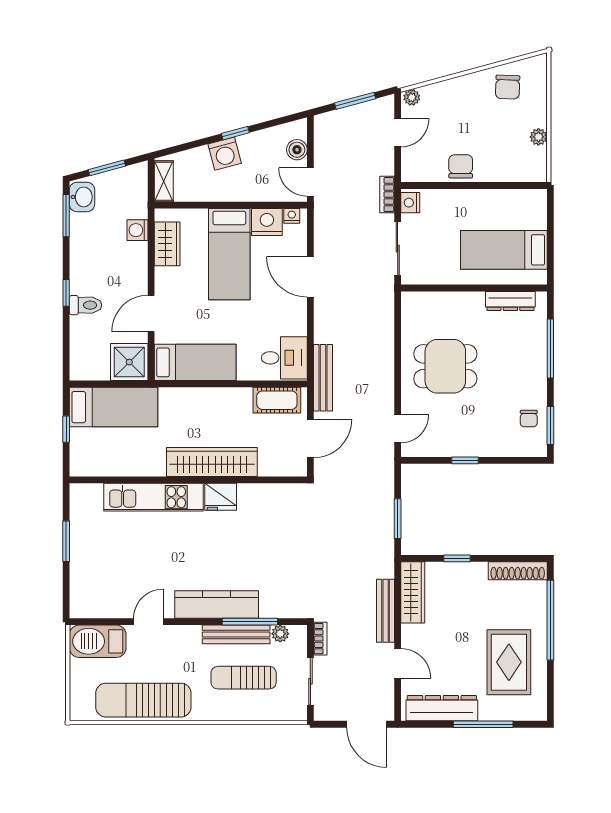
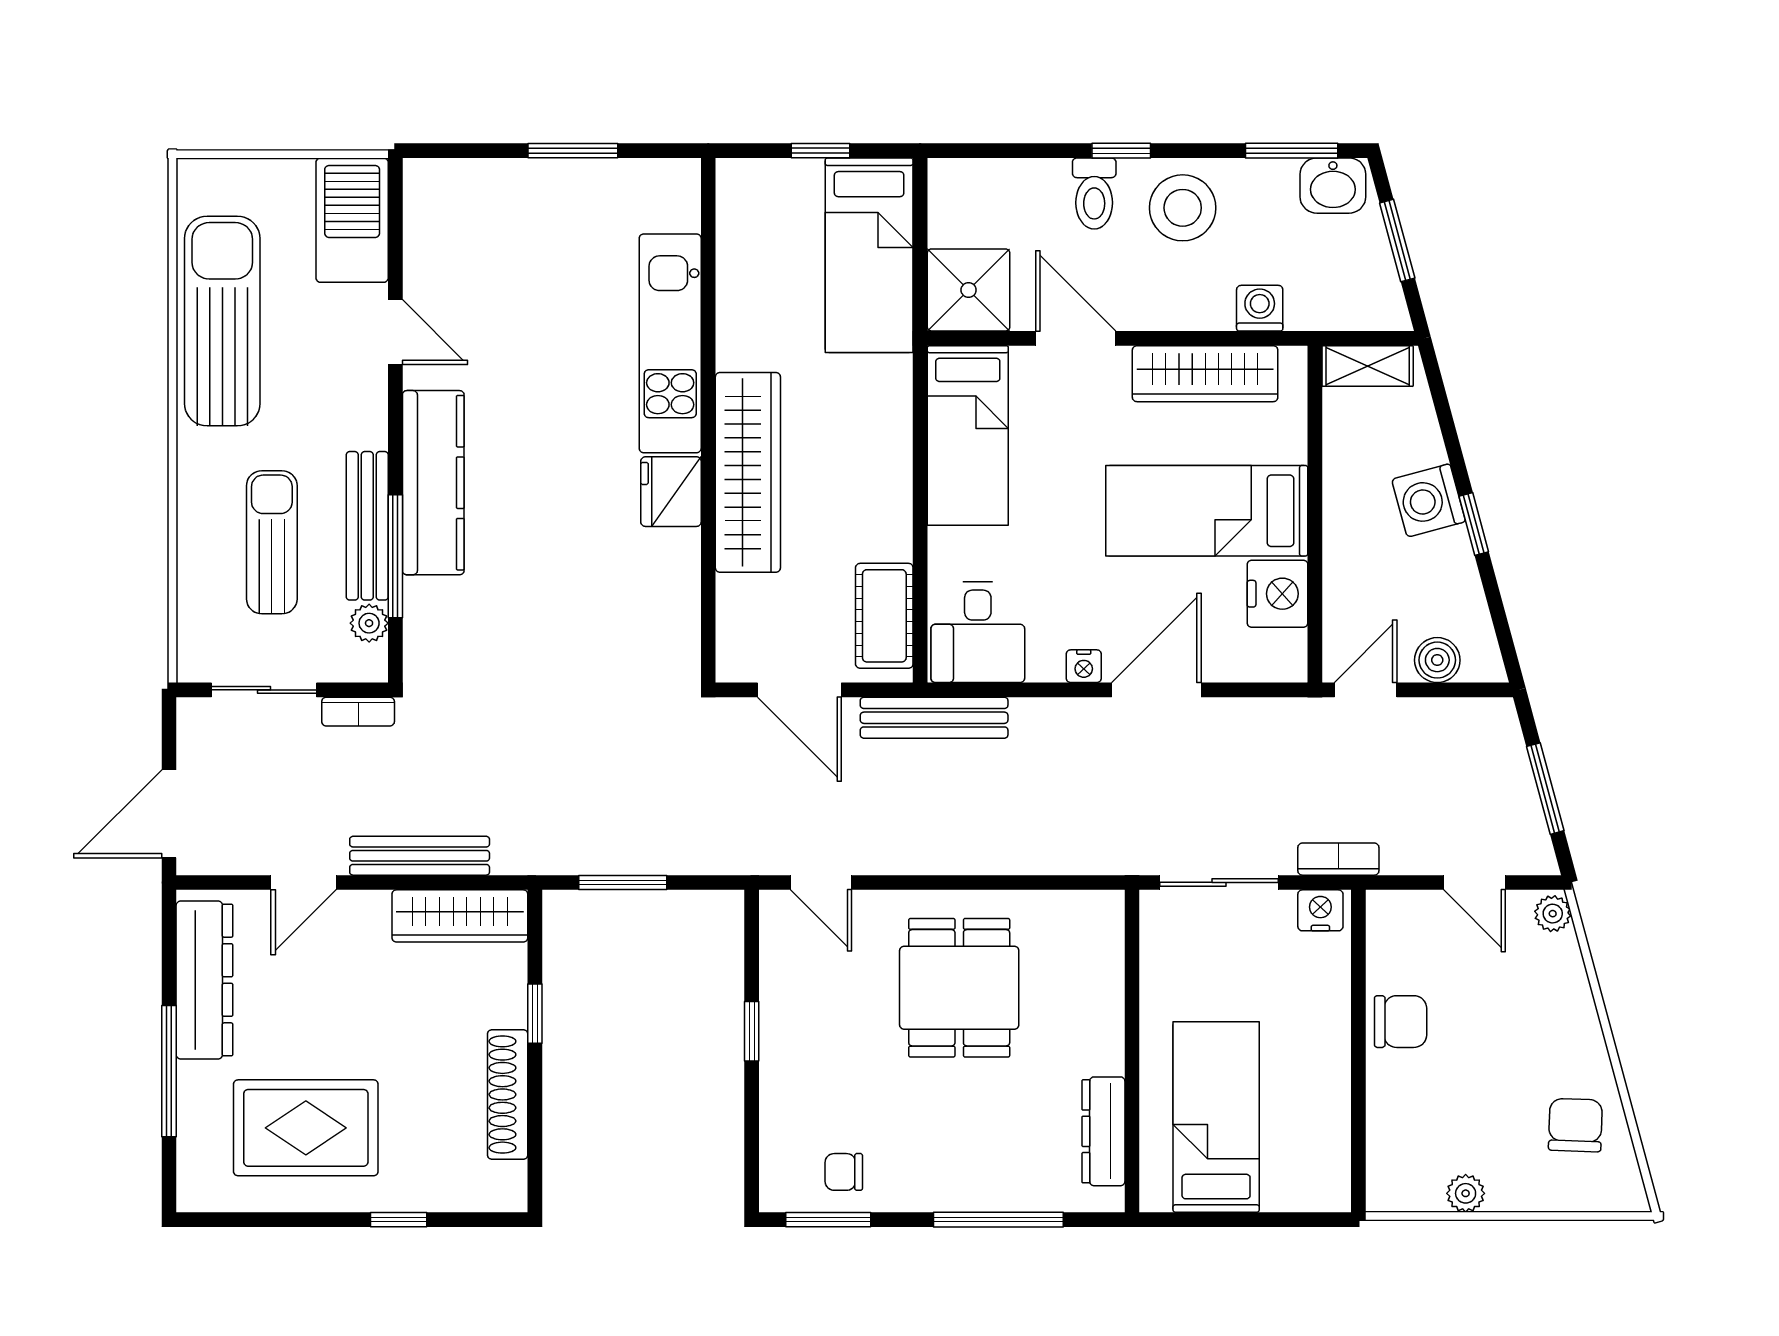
chair: (508, 87) -> (1575, 1125), turned 90
nightstand: (292, 216) -> (1084, 666), moved, turned 90
wardrobe: (167, 244) -> (1205, 374), width x1.50
stool: (92, 265) -> (1183, 208), added
shoe rack: (518, 571) -> (508, 1094), moved
window: (550, 620) -> (399, 1220), width x0.32

